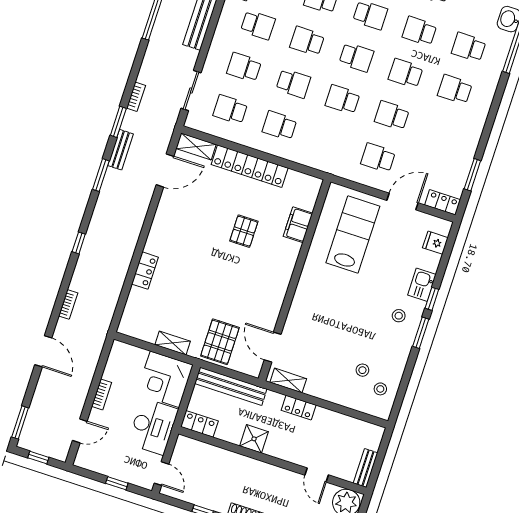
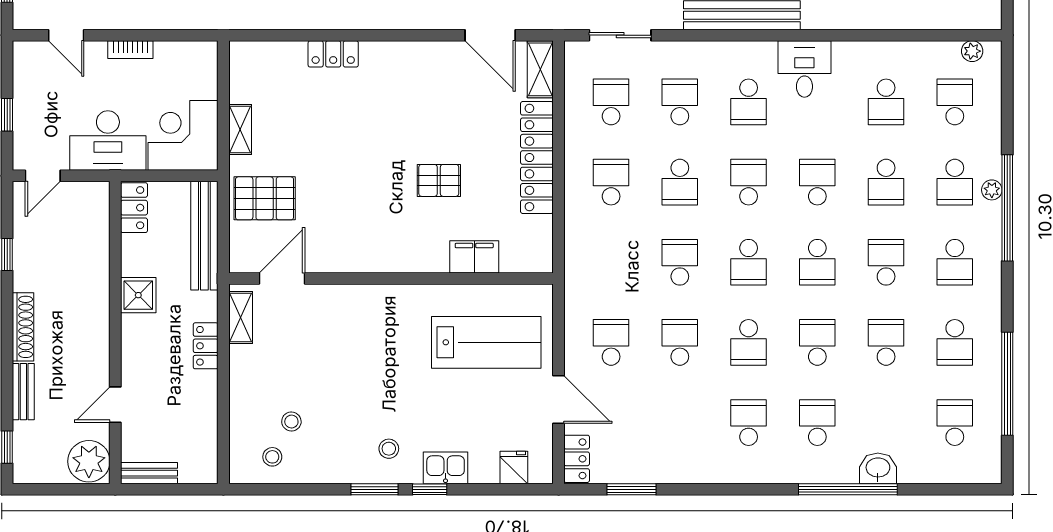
school desk: (406, 73) -> (749, 342), turned 180

